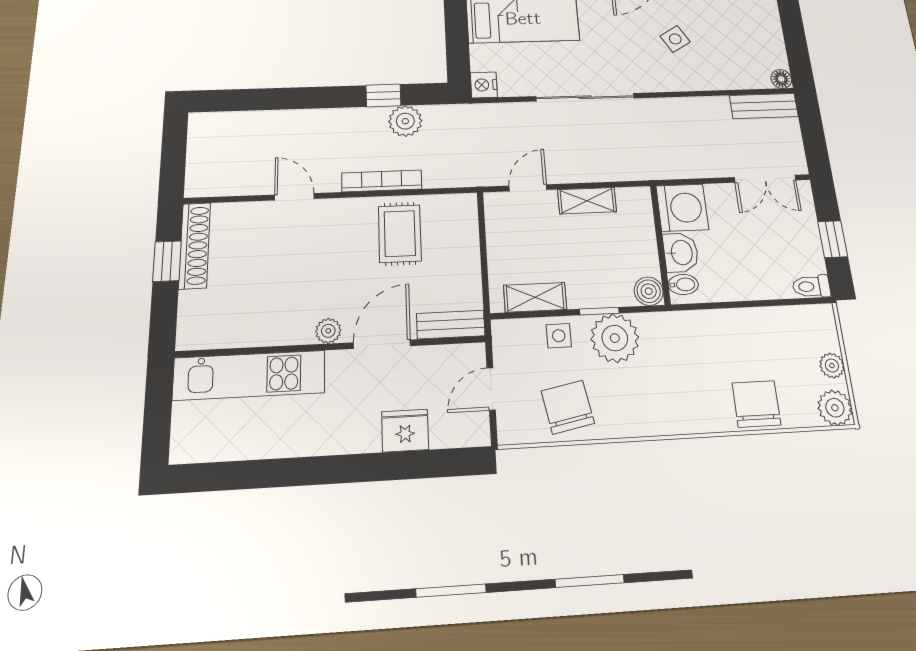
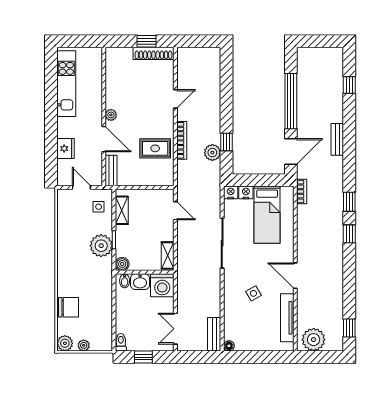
nightstand: (482, 57) -> (246, 192), added
shelving: (587, 201) -> (168, 255), moved
side table: (559, 336) -> (99, 207), moved
kitchen unit: (249, 375) -> (66, 84), moved, turned 180
chair: (568, 407) -> (72, 221), removed

